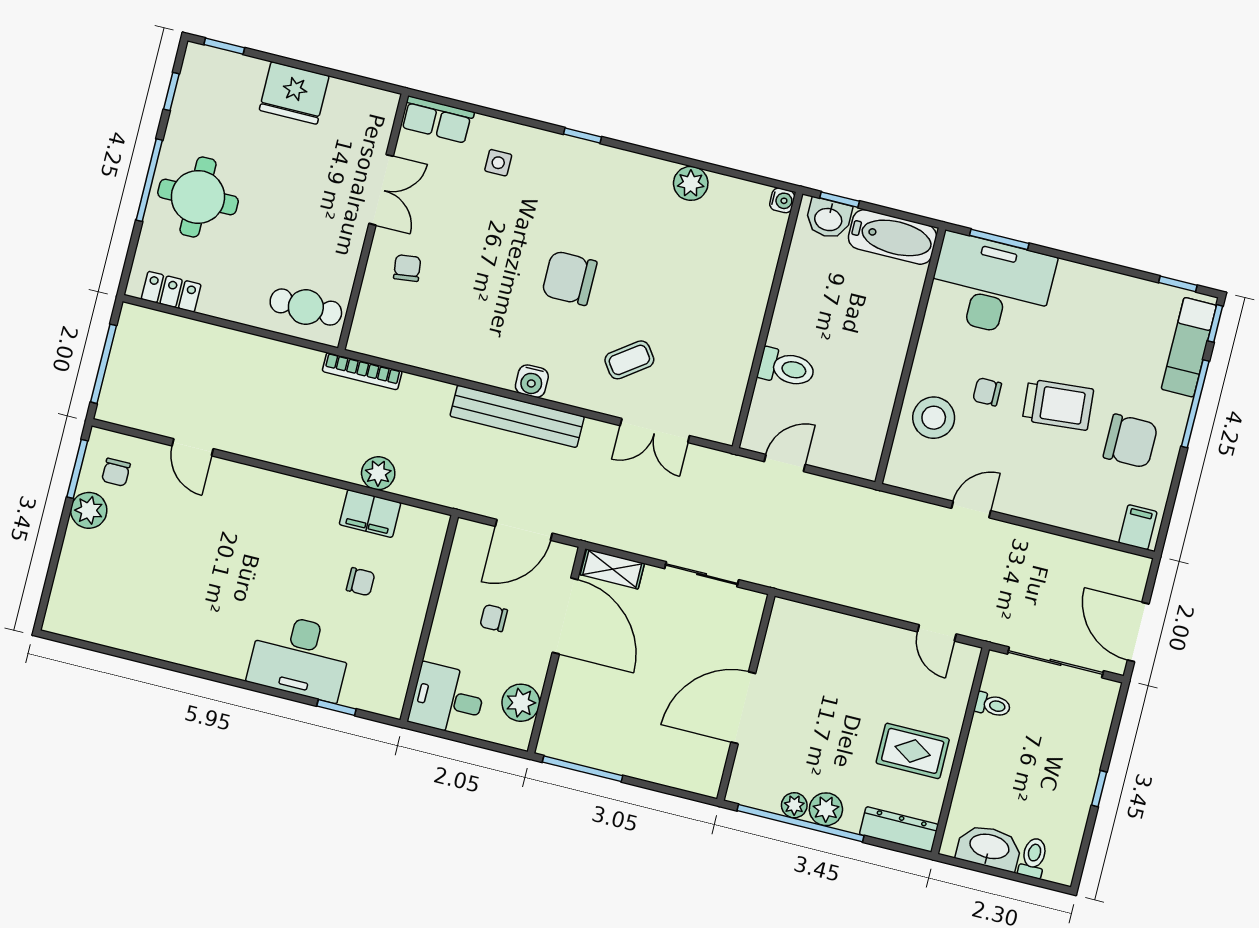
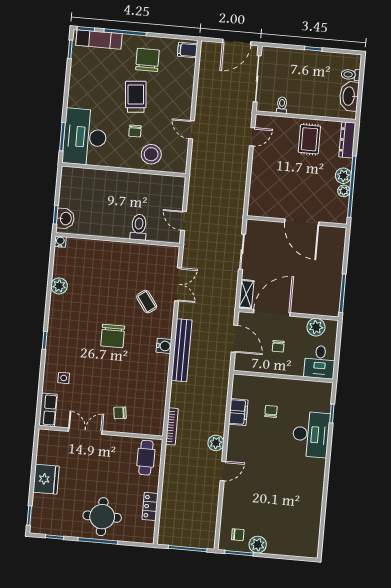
bathtub: (892, 237) -> (69, 187), removed
locker: (171, 292) -> (150, 506), moved
door: (193, 447) -> (223, 471), moved
plant: (378, 473) -> (216, 443), moved

